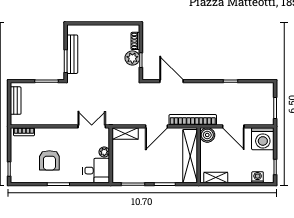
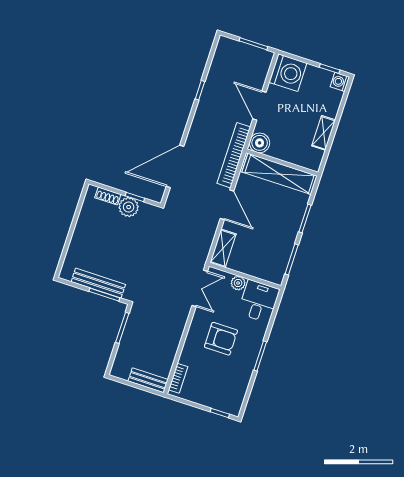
door: (171, 81) -> (175, 166), width x1.36
bench: (16, 101) -> (148, 380), moved
double door: (92, 126) -> (200, 288), swing flipped
door: (233, 126) -> (259, 106), swing flipped
armchair: (49, 160) -> (221, 339), moved
washing machine: (258, 177) -> (340, 82), moved
shelving: (216, 178) -> (324, 133), moved

